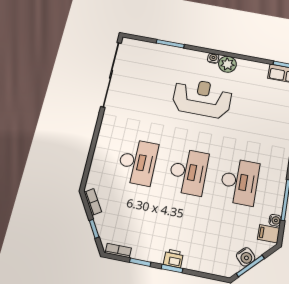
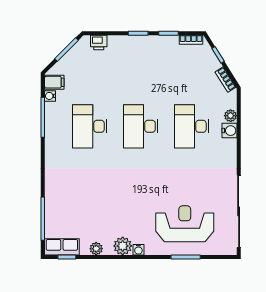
plant: (253, 66) -> (96, 249), added
reception desk: (202, 98) -> (185, 224), moved, turned 180
plant: (97, 165) -> (231, 116), added
water cooler: (246, 257) -> (229, 131), moved, turned 135
printer: (173, 258) -> (99, 42), moved

